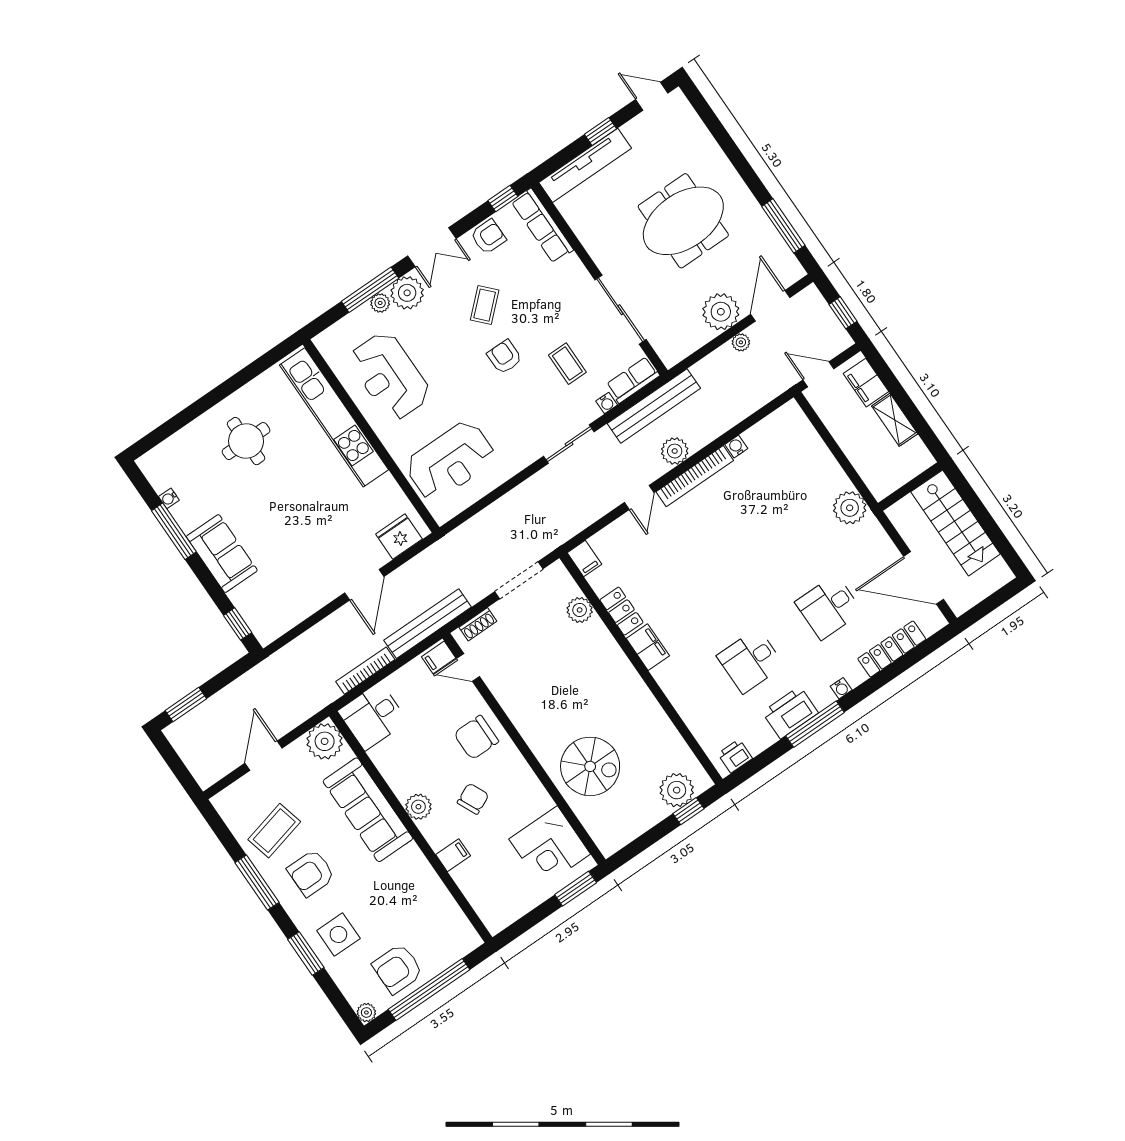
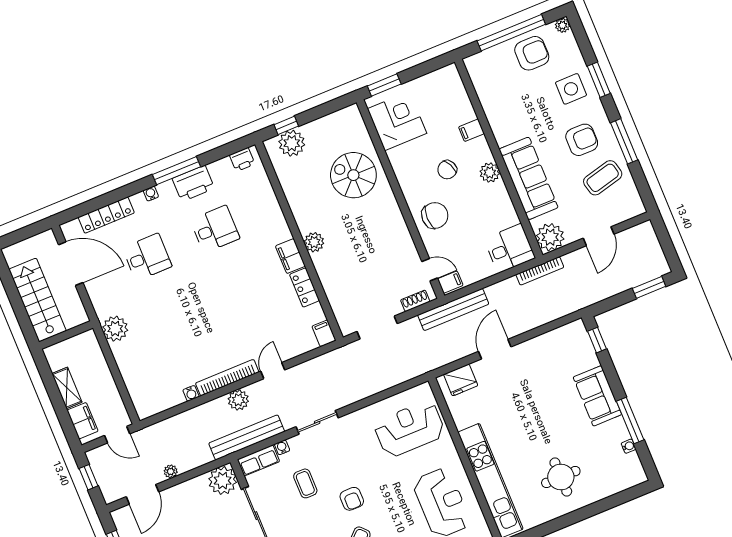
plant: (721, 312) -> (223, 481), moved
plant: (580, 610) -> (314, 242), moved
bookcase: (365, 671) -> (540, 271), moved

